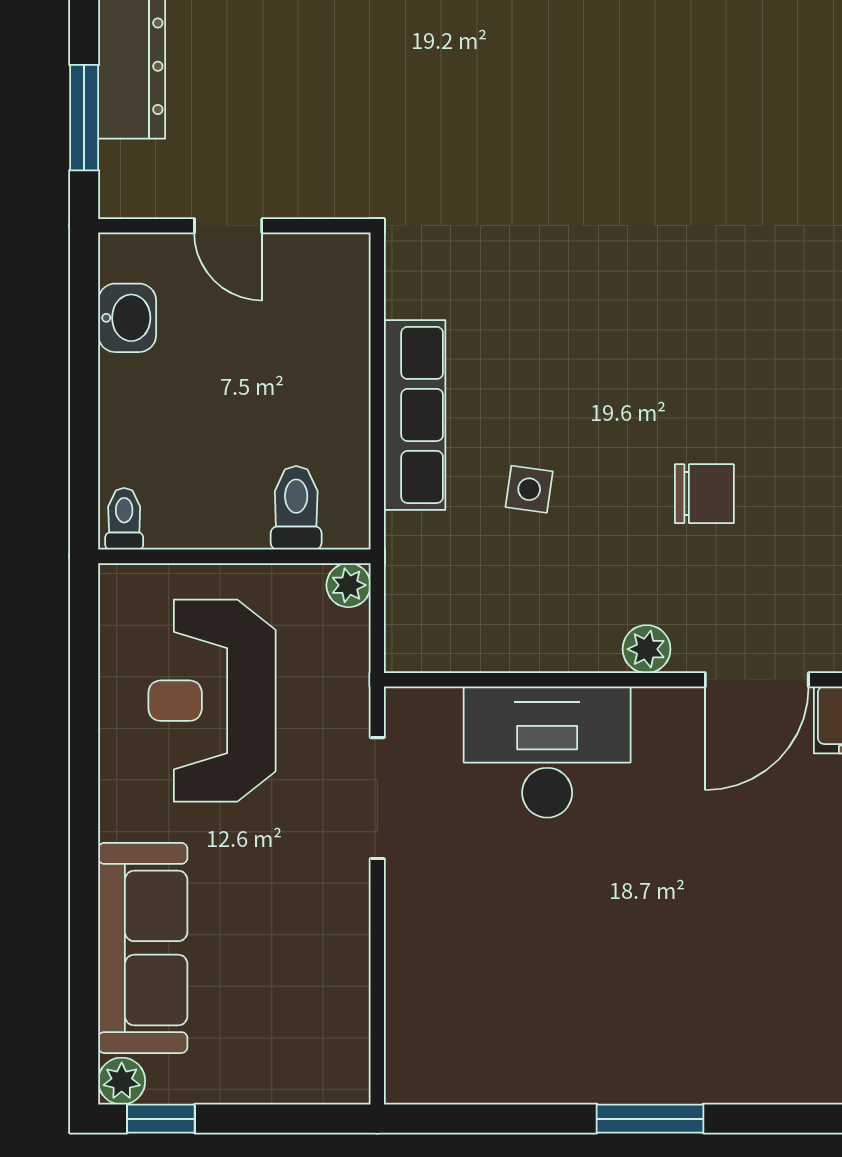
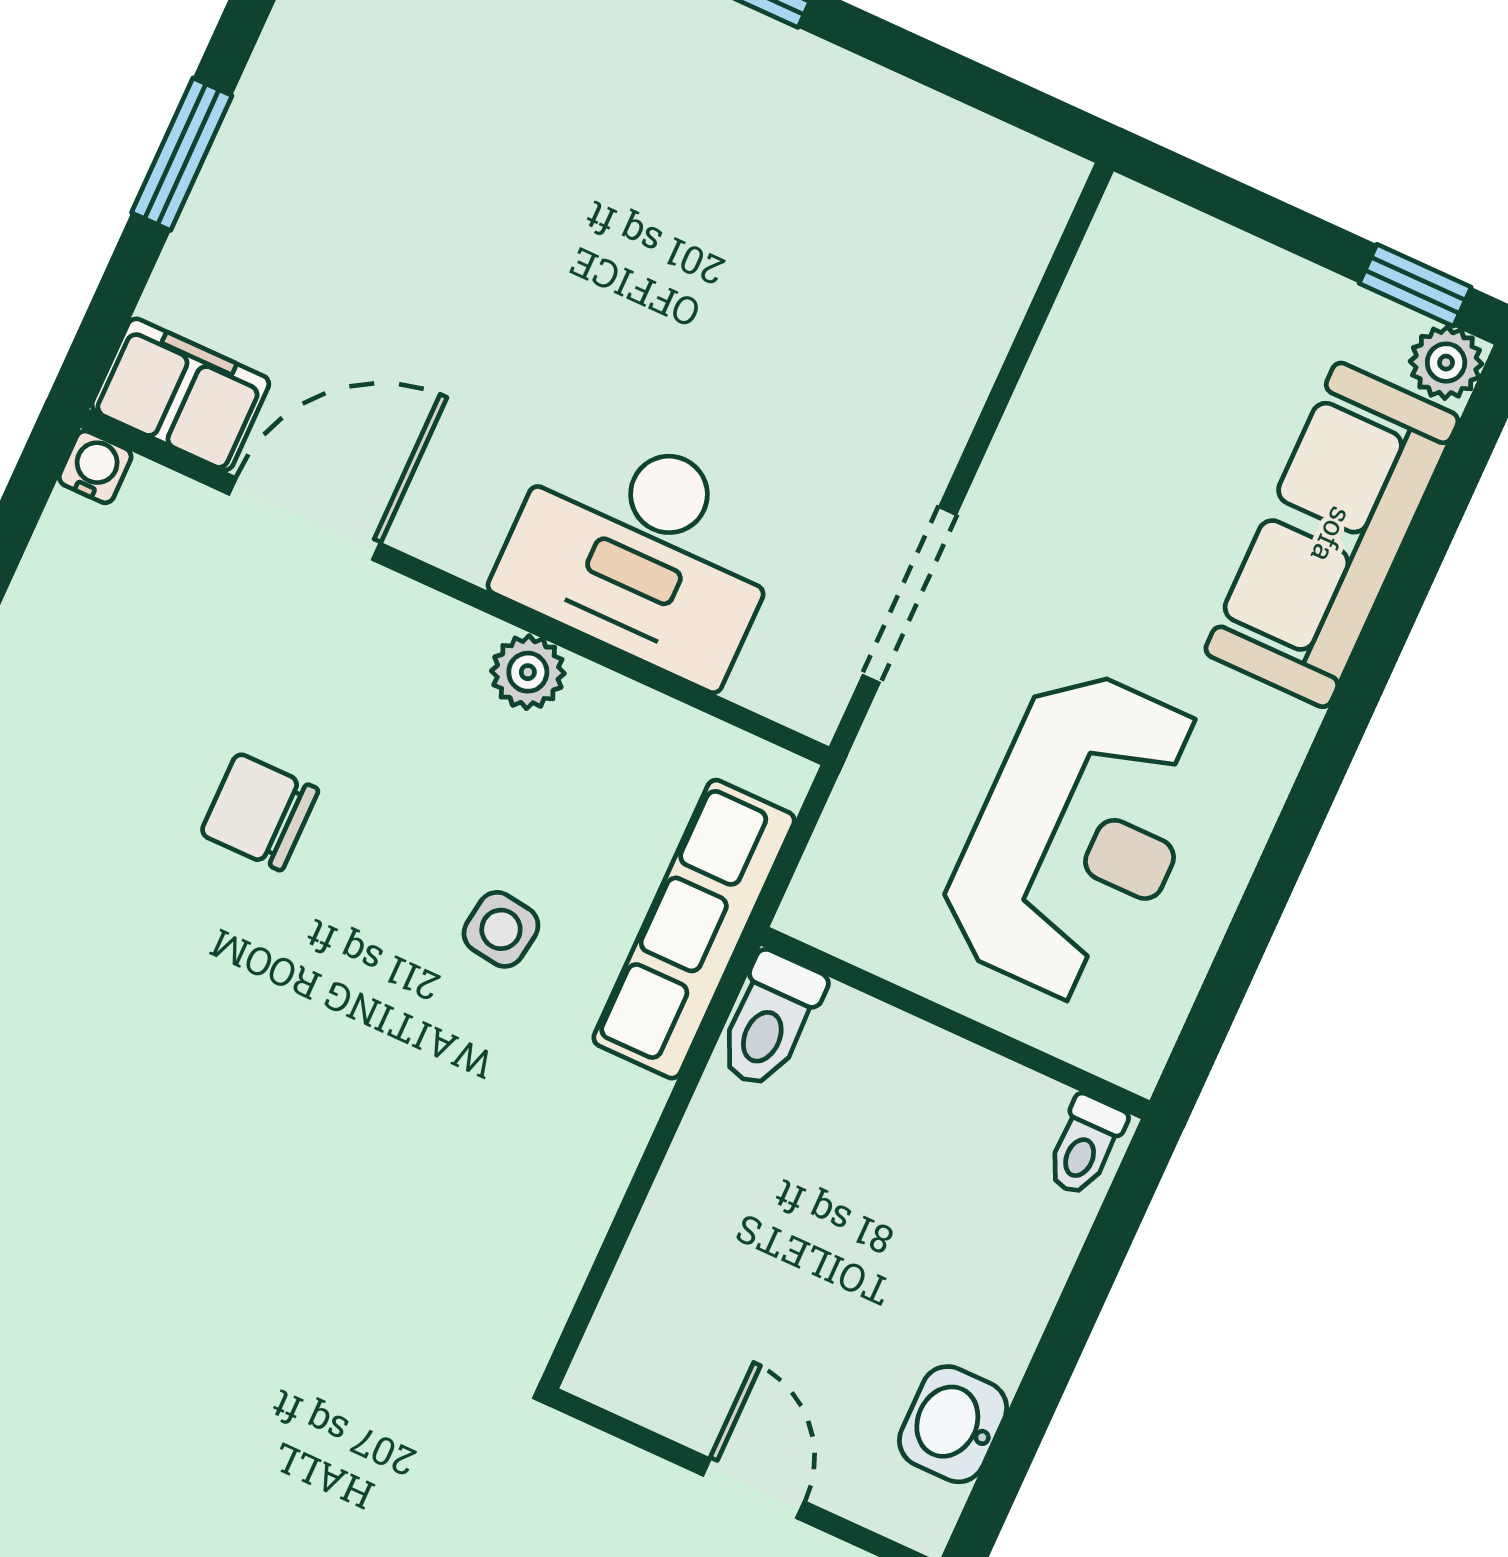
row of seats: (415, 415) -> (694, 929), moved
toilet: (296, 508) -> (770, 1020), moved
plant: (348, 585) -> (814, 910), removed
plant: (647, 649) -> (528, 672), moved

